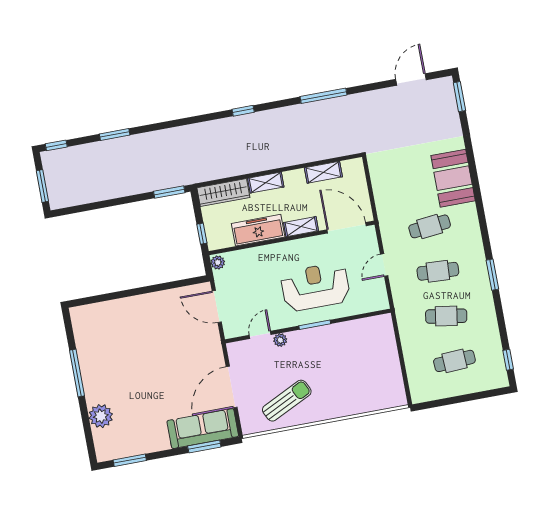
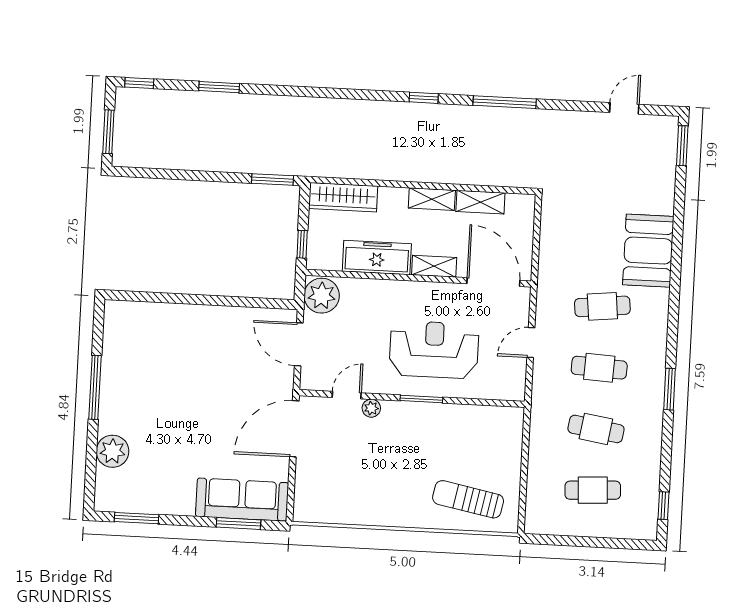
door: (411, 80) -> (624, 108), width x0.73
window: (243, 111) -> (424, 98), moved
shelving: (266, 183) -> (432, 199), moved
plant: (218, 262) -> (322, 296), width x1.87, depth x1.87
door: (232, 387) -> (294, 429), moved
sun lounger: (287, 401) -> (468, 499), moved, turned -143

